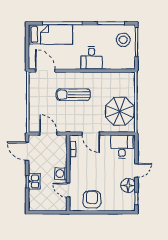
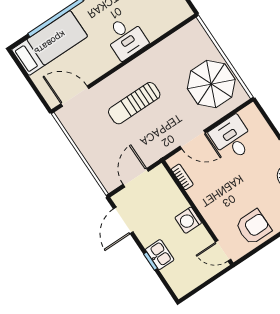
door: (48, 134) -> (136, 178), hinge flipped
desk: (122, 147) -> (232, 138), moved
door: (27, 151) -> (123, 220), hinge flipped
door: (68, 190) -> (223, 251), moved
armchair: (92, 200) -> (253, 227), turned 90

